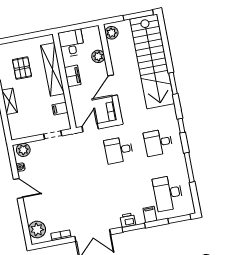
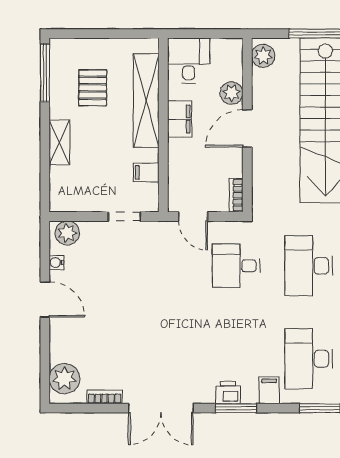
door: (113, 85) -> (247, 128), moved
door: (90, 128) -> (193, 217), swing flipped
desk: (158, 142) -> (309, 266), width x1.37

